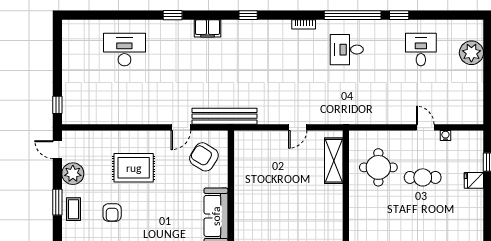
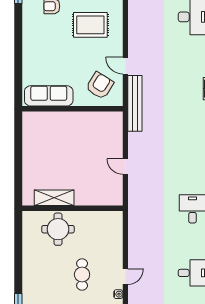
shelving: (334, 161) -> (54, 198), moved
round table: (378, 167) -> (58, 229), moved
rug: (134, 168) -> (90, 25), turned 90

